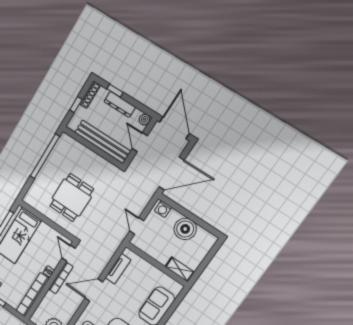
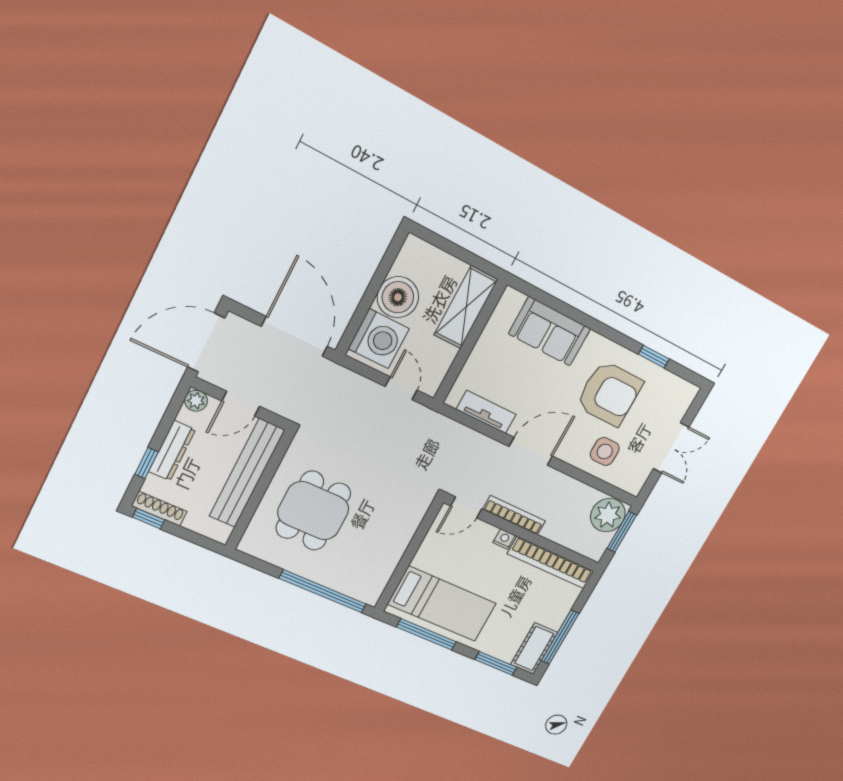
window: (76, 105) -> (148, 519), moved
window: (45, 156) -> (323, 591), moved
dining table: (72, 198) -> (313, 511), moved, turned 90
washing machine: (163, 209) -> (379, 339), width x1.89, depth x1.89
door: (137, 226) -> (401, 388), swing flipped
shelving: (180, 269) -> (466, 307), width x1.50, depth x1.33
door: (94, 290) -> (531, 451), swing flipped

